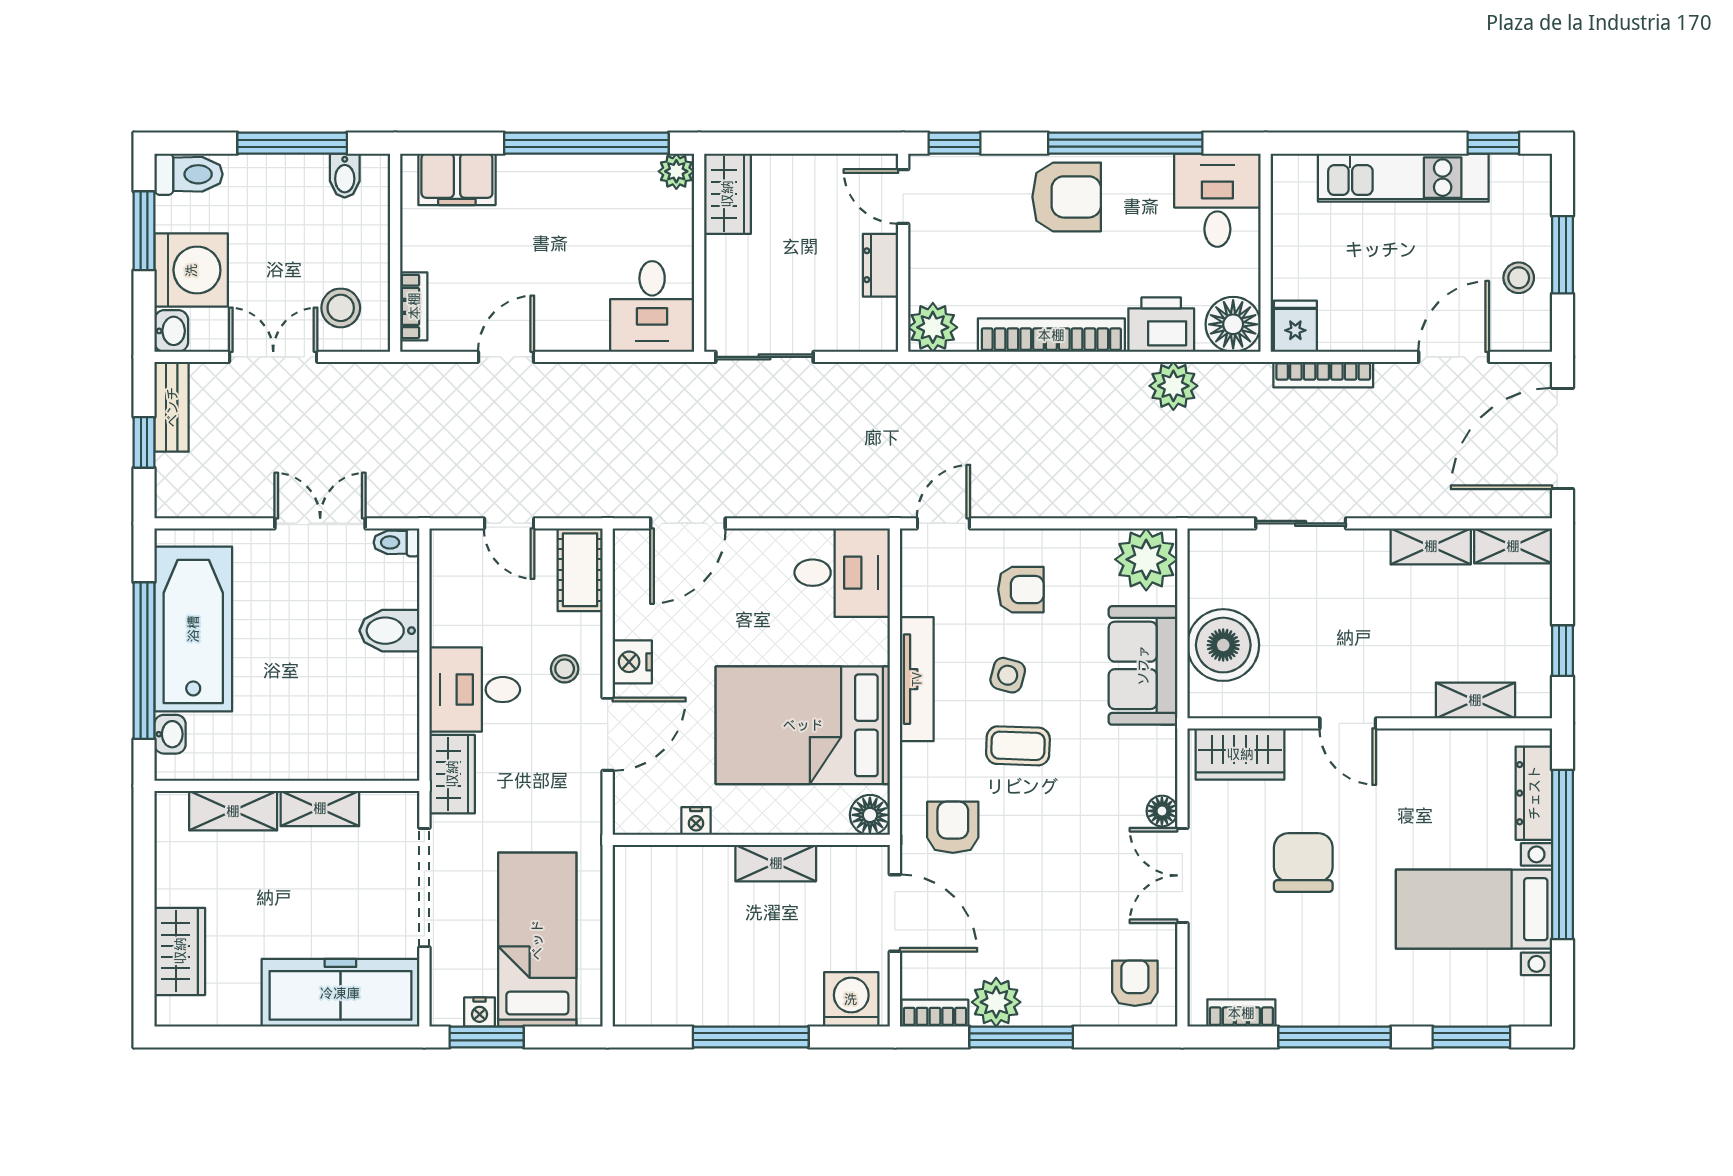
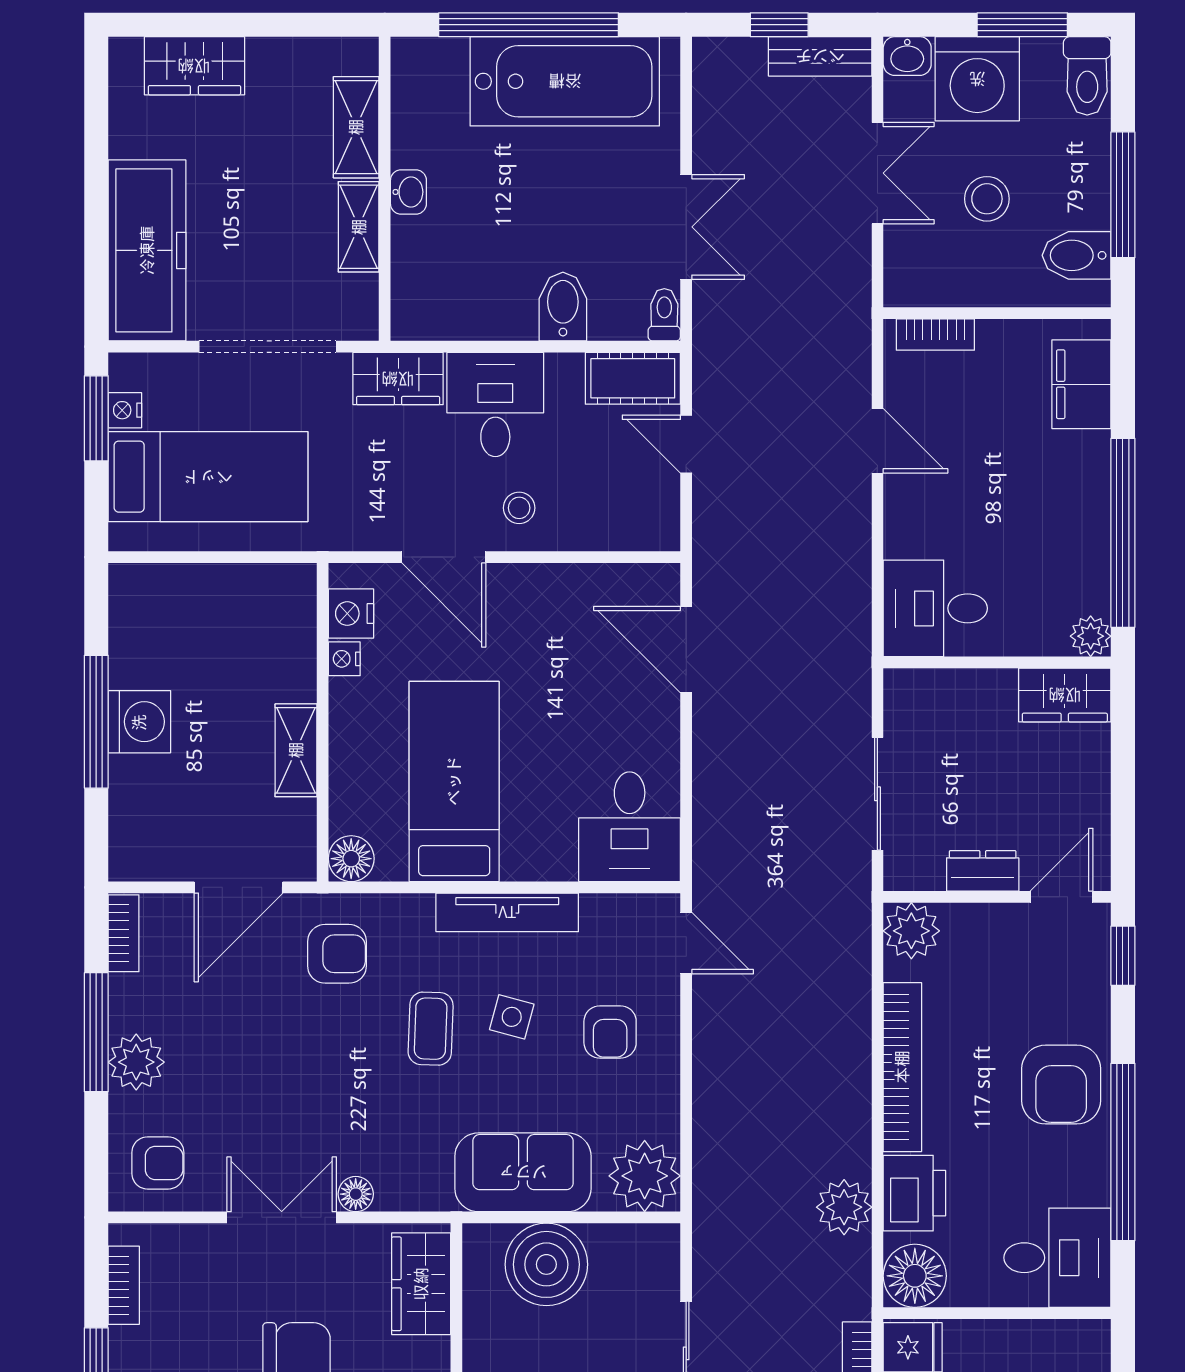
bidet: (345, 176) -> (1077, 255), width x1.38, depth x1.36
stool: (341, 308) -> (987, 199), moved
sliding door: (765, 357) -> (877, 794), moved
door: (509, 523) -> (686, 444), hinge flipped
cot: (580, 570) -> (633, 378), moved
nightstand: (632, 662) -> (351, 614), moved, turned -90
bed: (803, 725) -> (454, 781), width x0.67
washbasin: (170, 734) -> (408, 192), moved, turned -90
washing machine: (851, 999) -> (139, 722), moved
plant: (996, 1002) -> (136, 1062), moved

